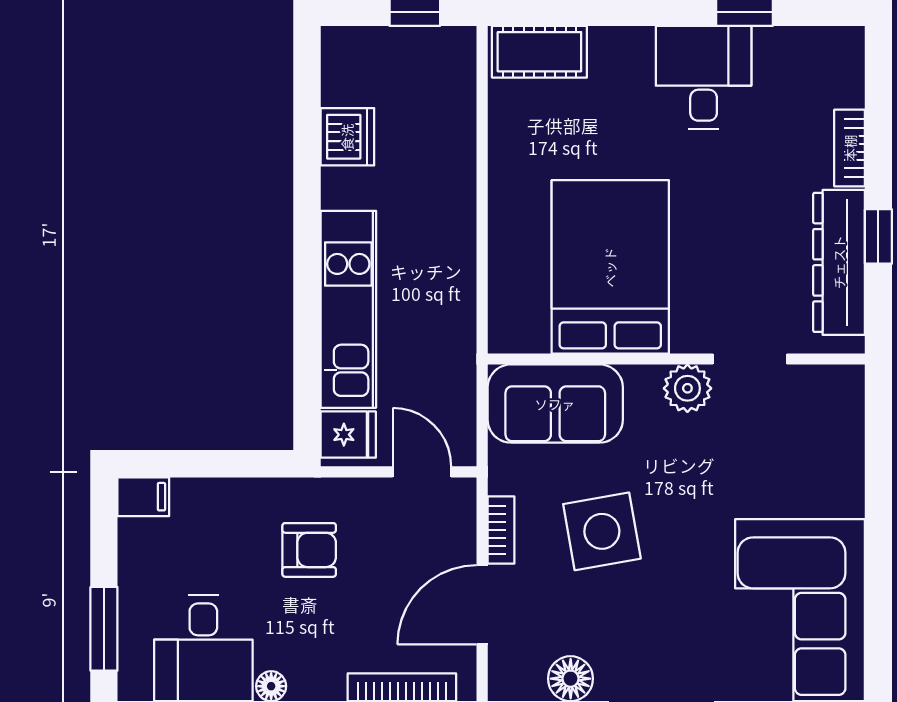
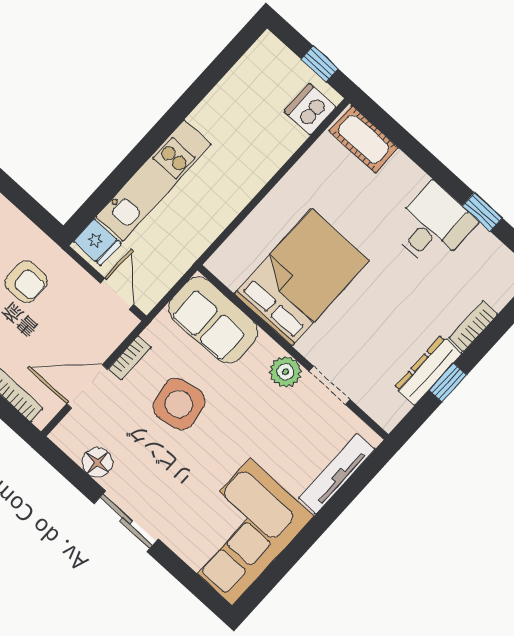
dishwasher: (347, 137) -> (310, 109), moved, turned 180
dresser: (839, 262) -> (428, 370), width x0.73, depth x0.80
tv unit: (847, 450) -> (337, 474), added

